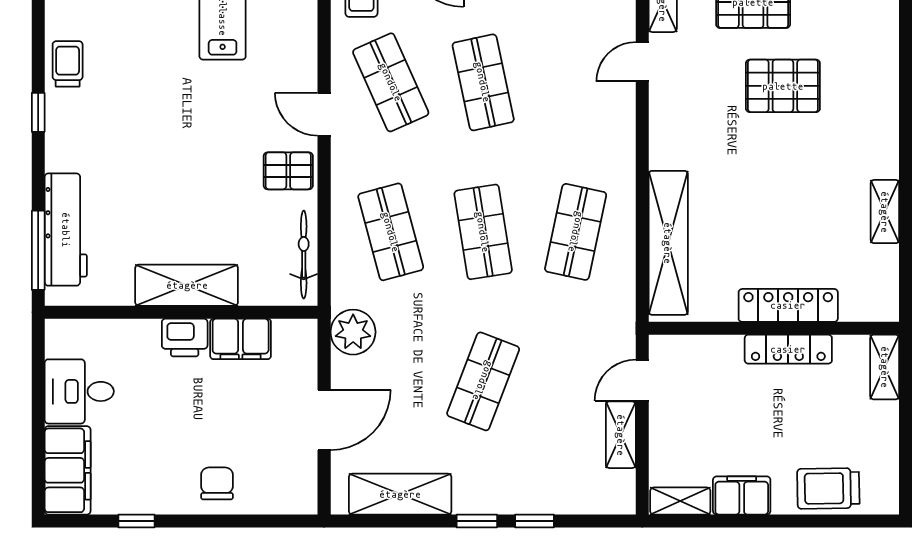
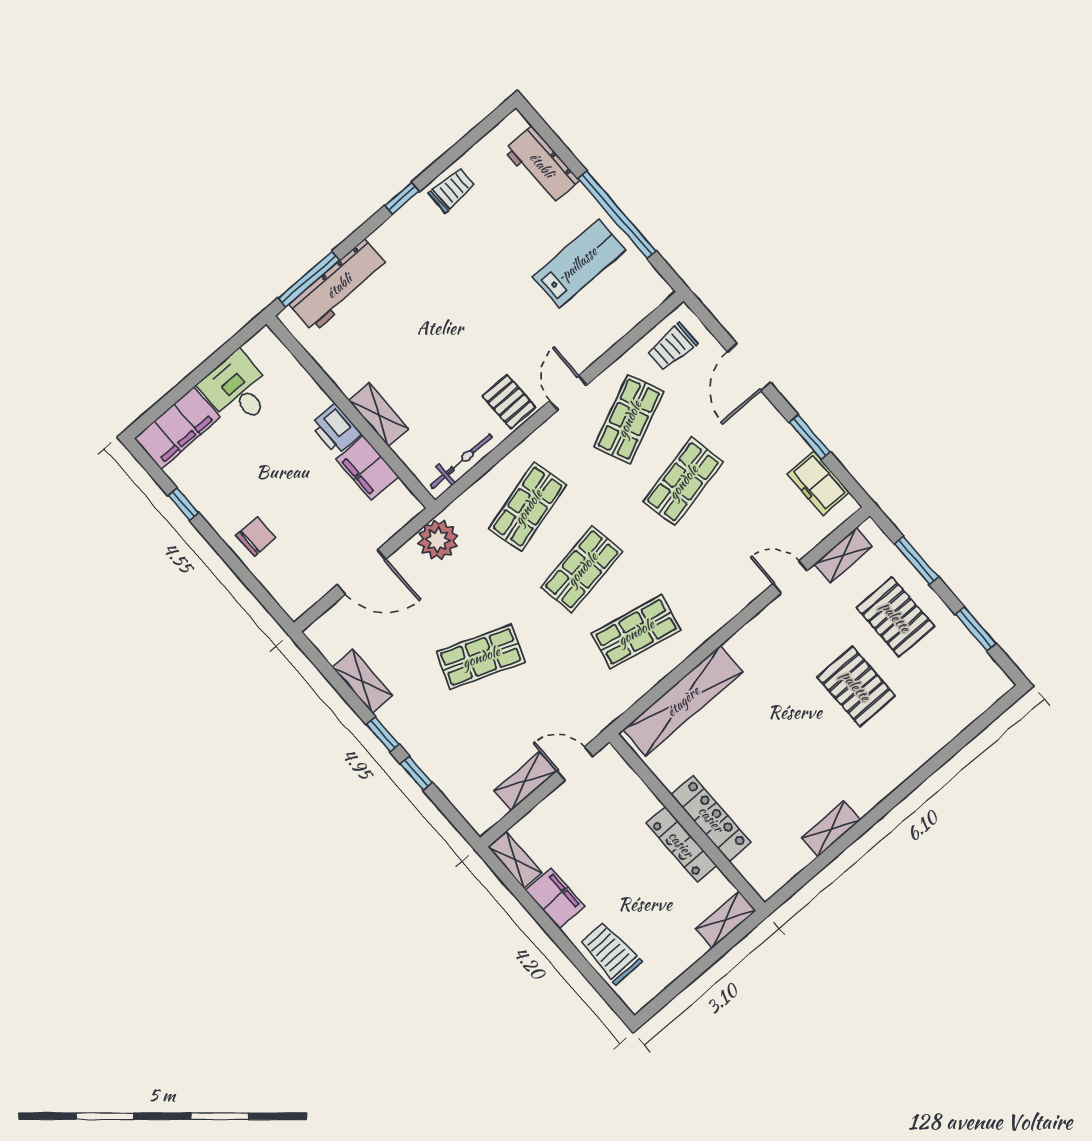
shelving: (187, 285) -> (379, 415), width x0.67, depth x0.75
shelving: (400, 494) -> (362, 681), width x0.67, depth x0.75

